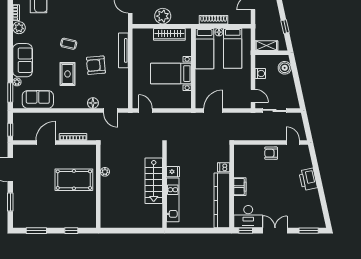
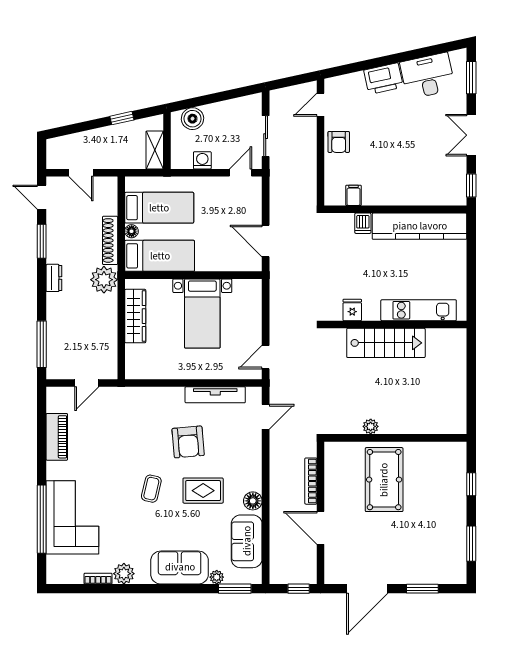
plant: (163, 16) -> (104, 280), moved
tv unit: (123, 50) -> (215, 395), moved
floor lamp: (93, 103) -> (253, 501), moved
fridge: (173, 172) -> (352, 310), moved
filing cabinet: (240, 187) -> (354, 195), moved, width x0.50
desk: (248, 217) -> (428, 76), moved, turned -102

